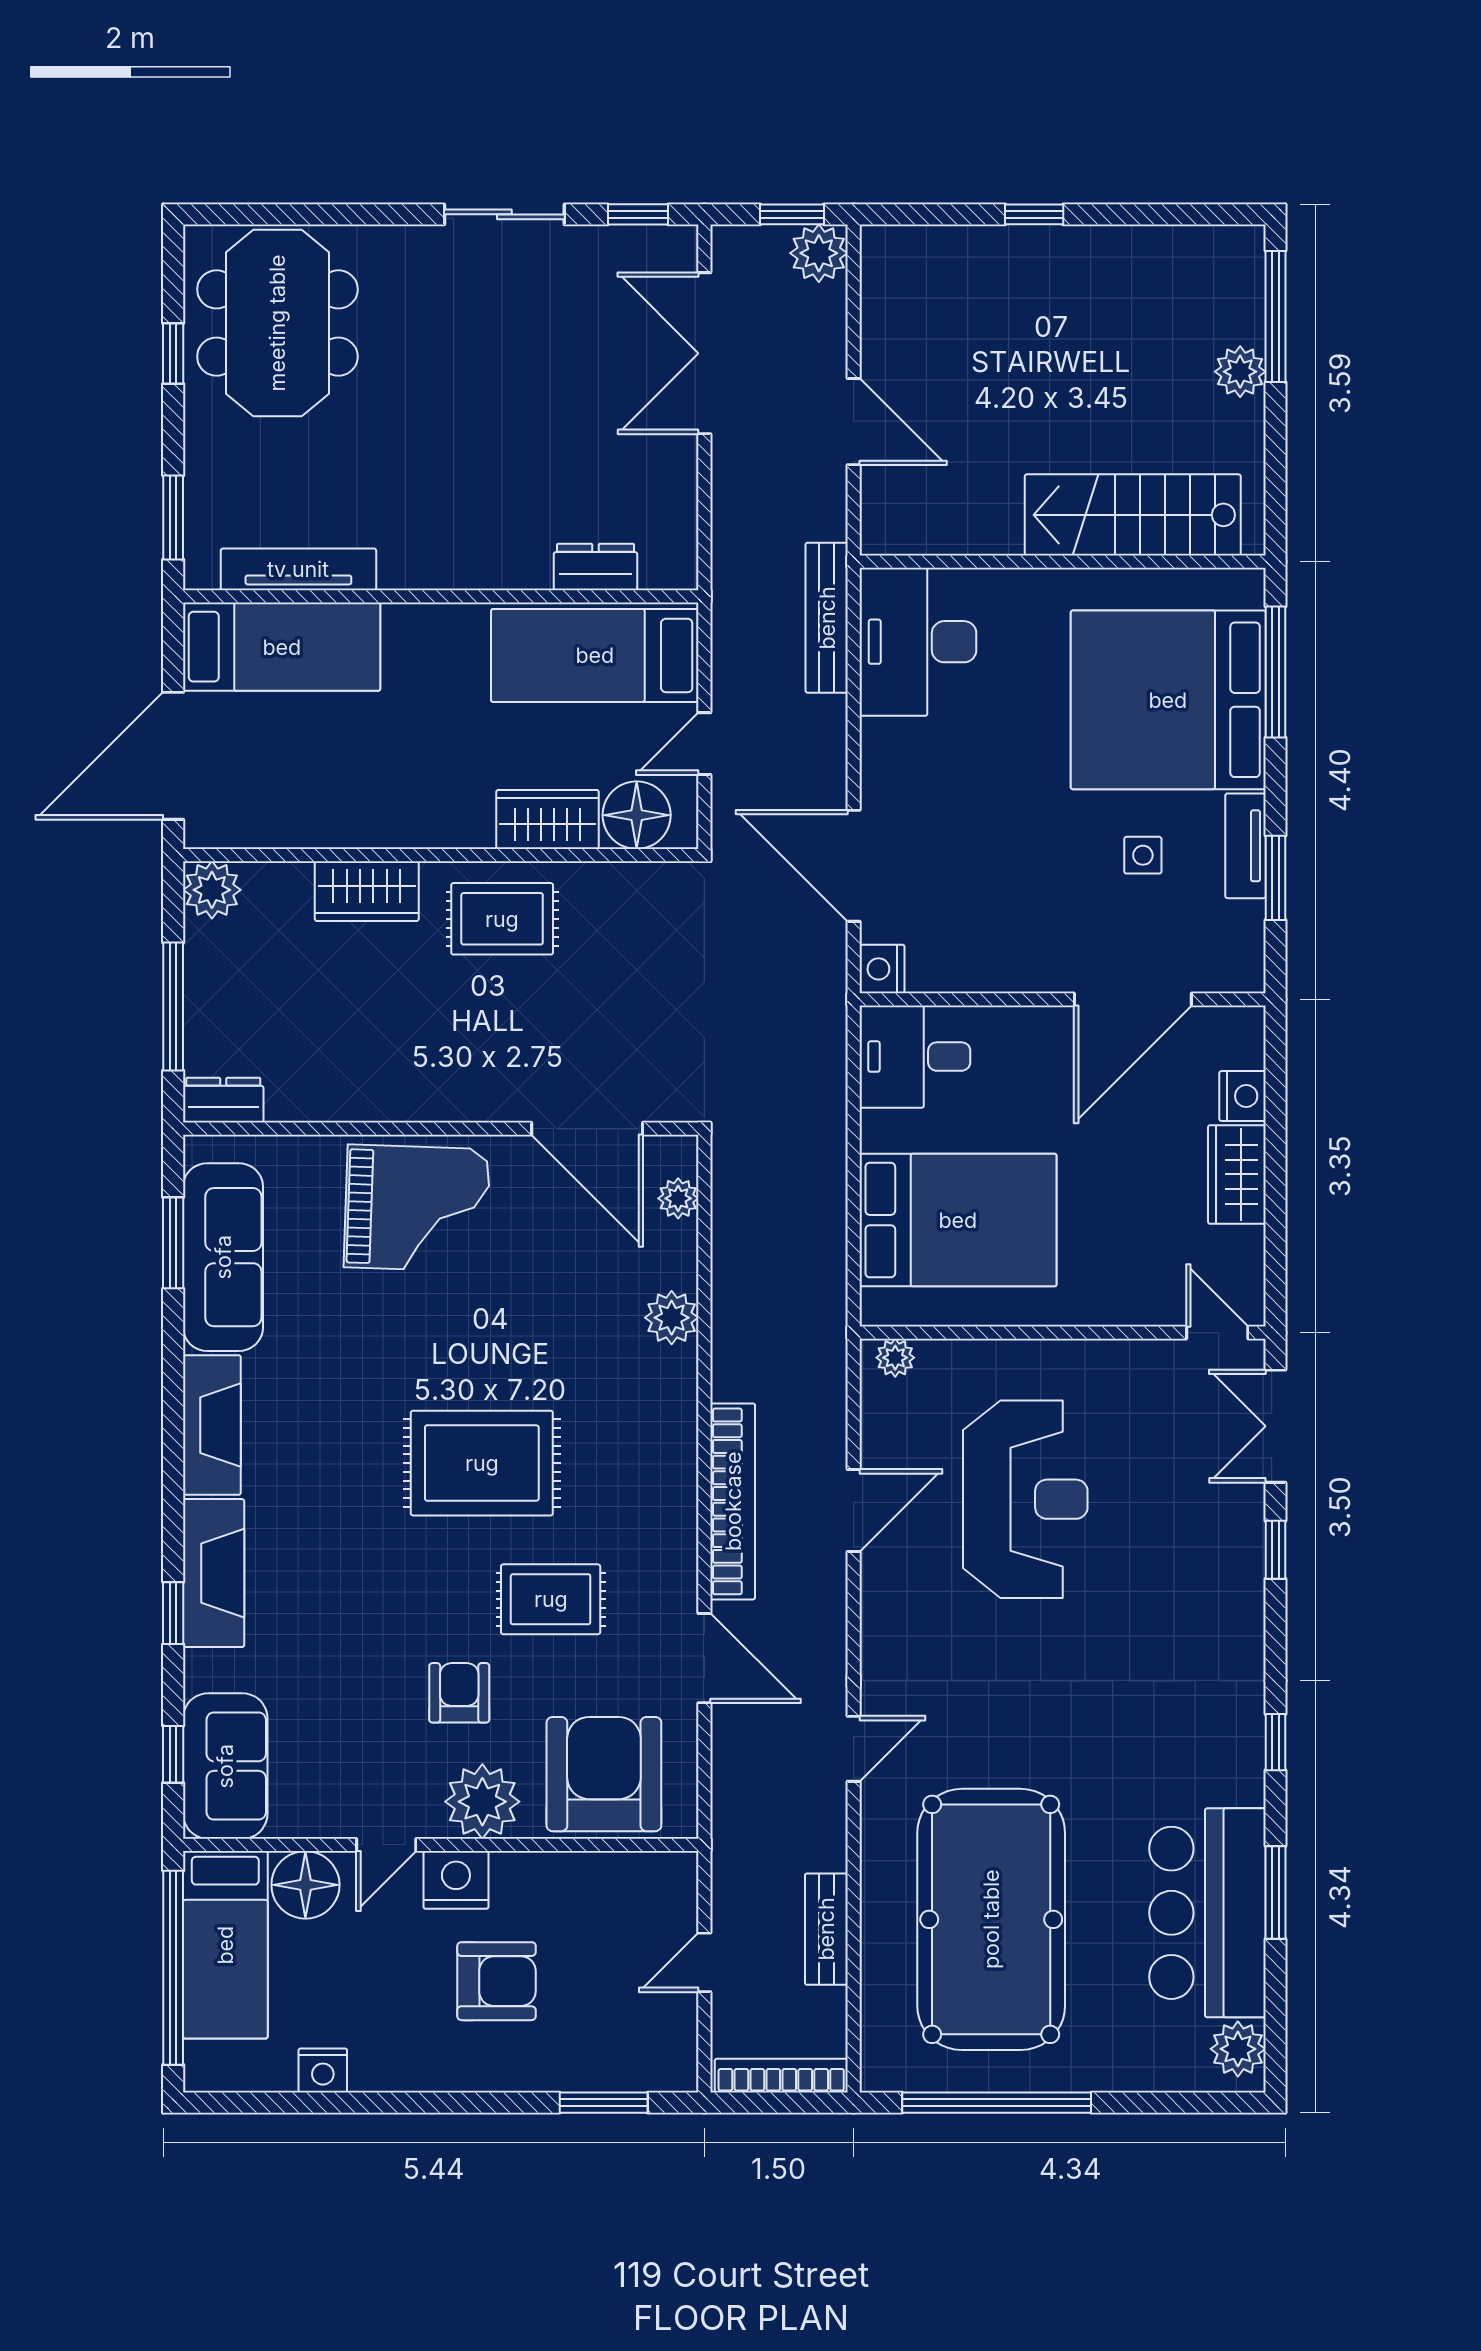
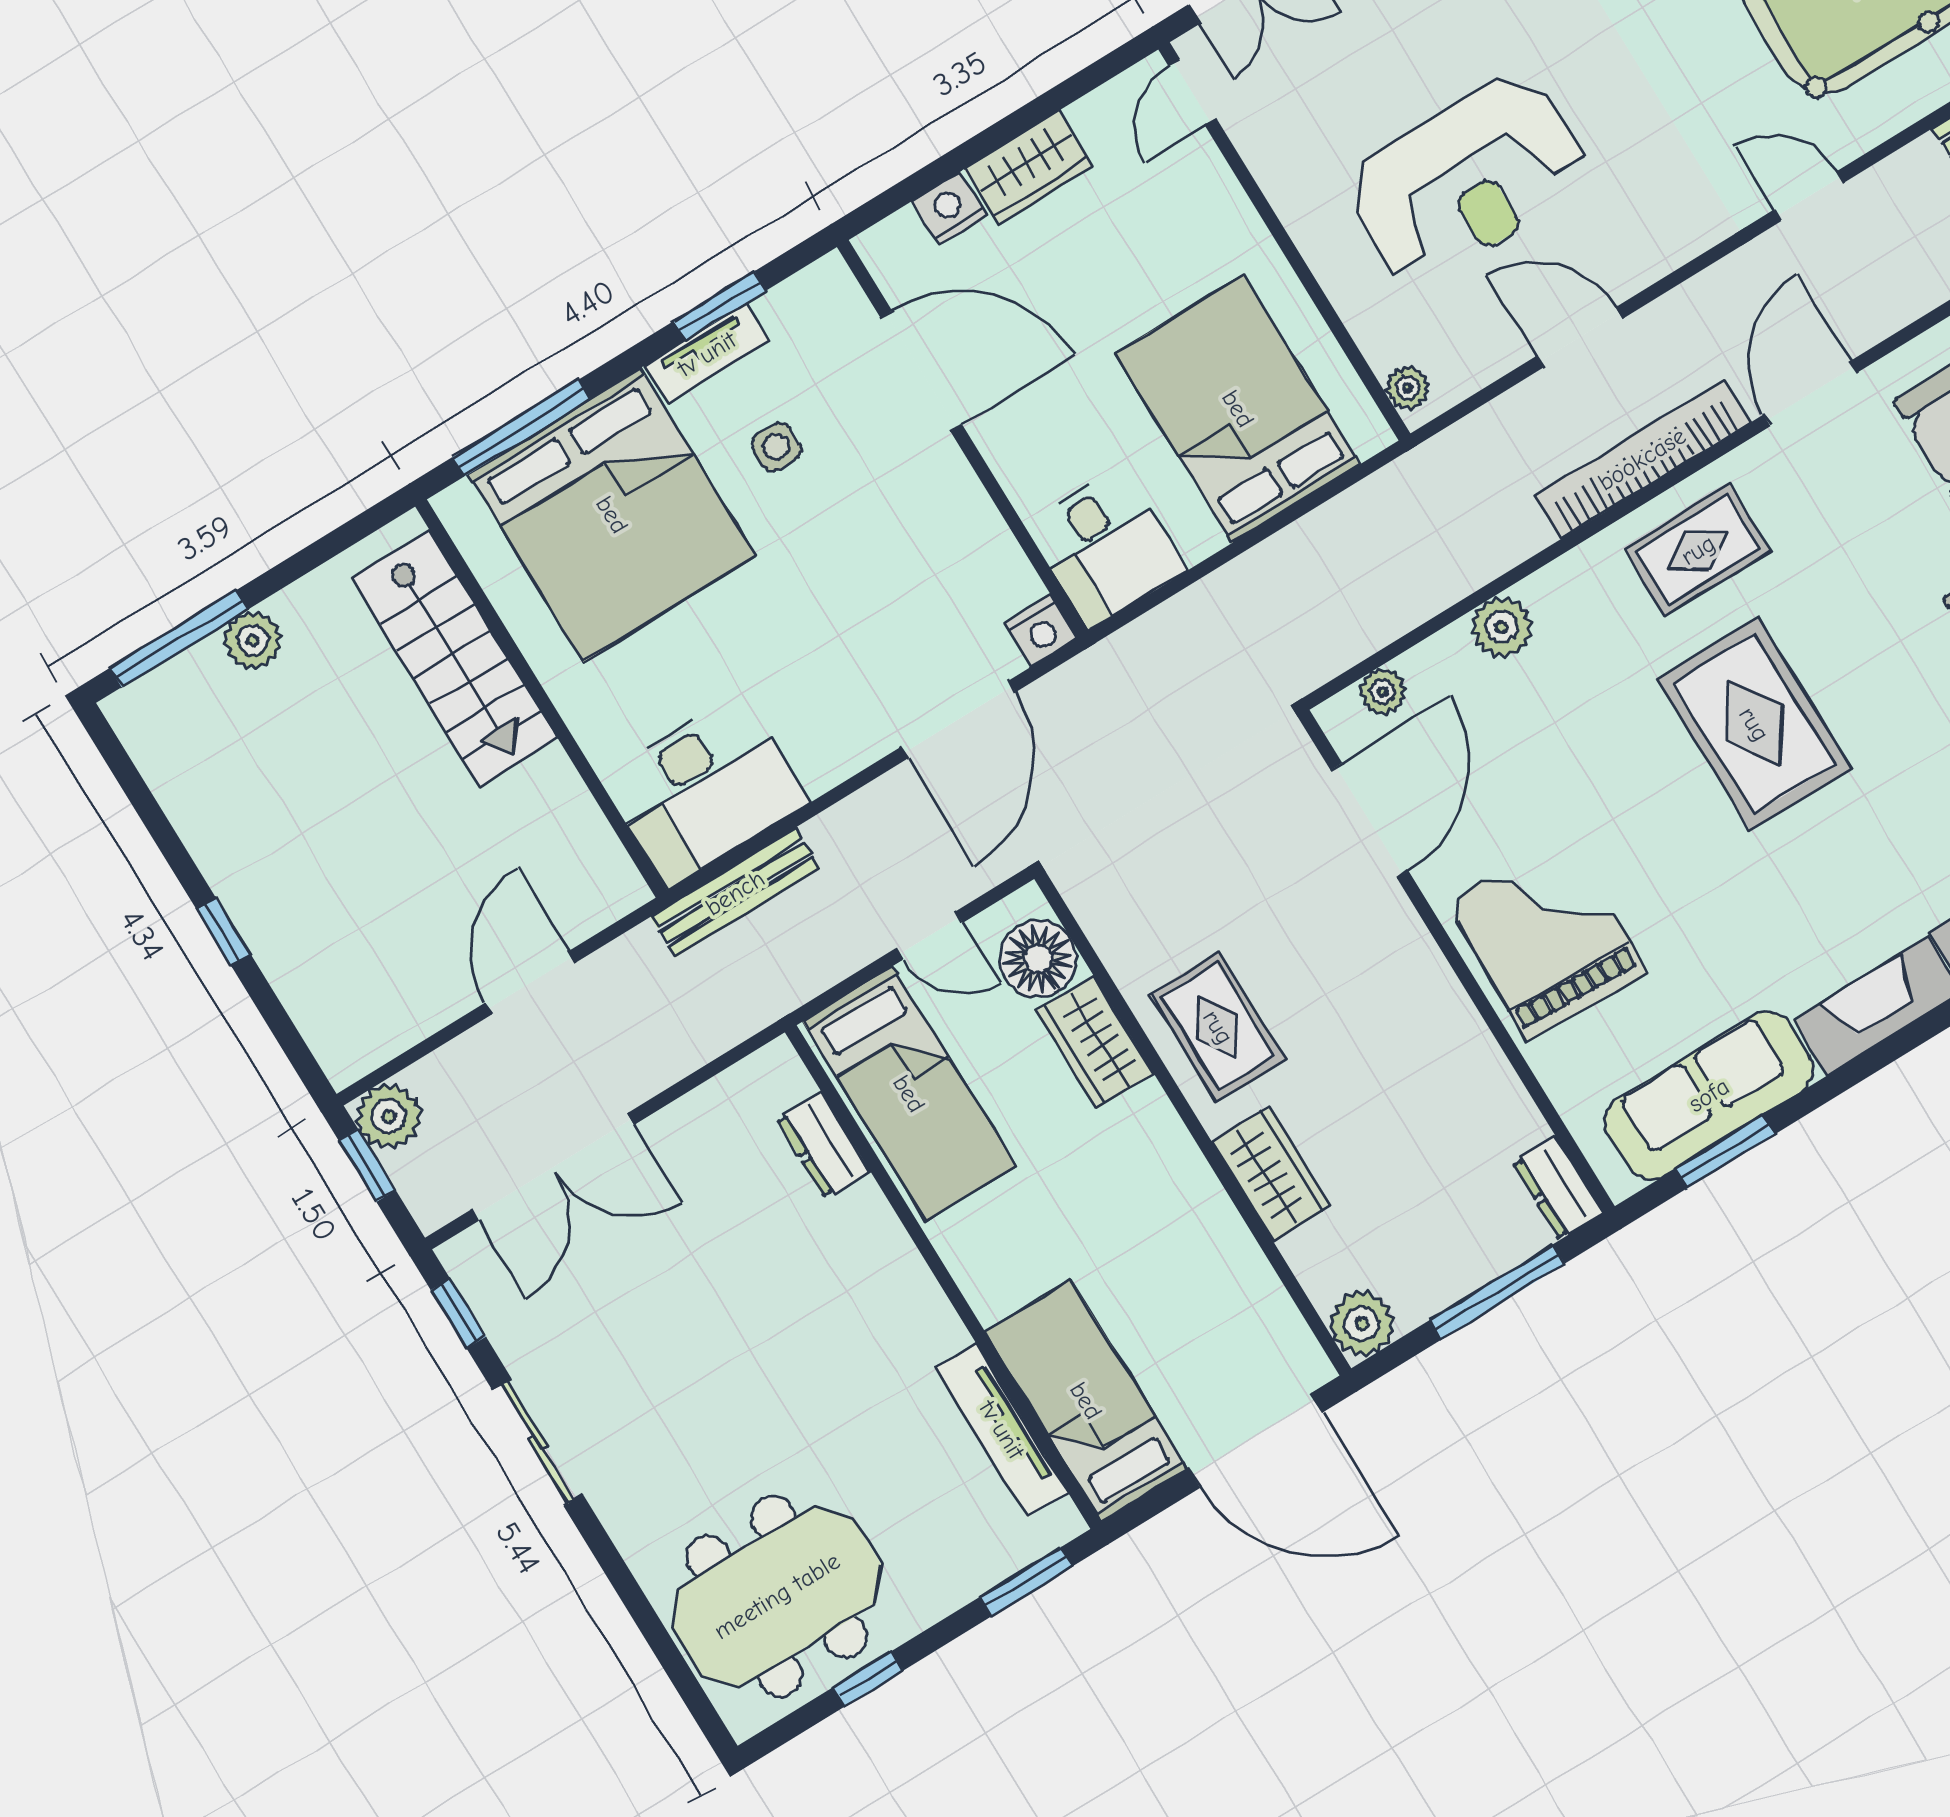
reception desk: (1025, 1499) -> (1467, 179), turned 180
rug: (551, 1599) -> (1698, 550), moved, turned 90

